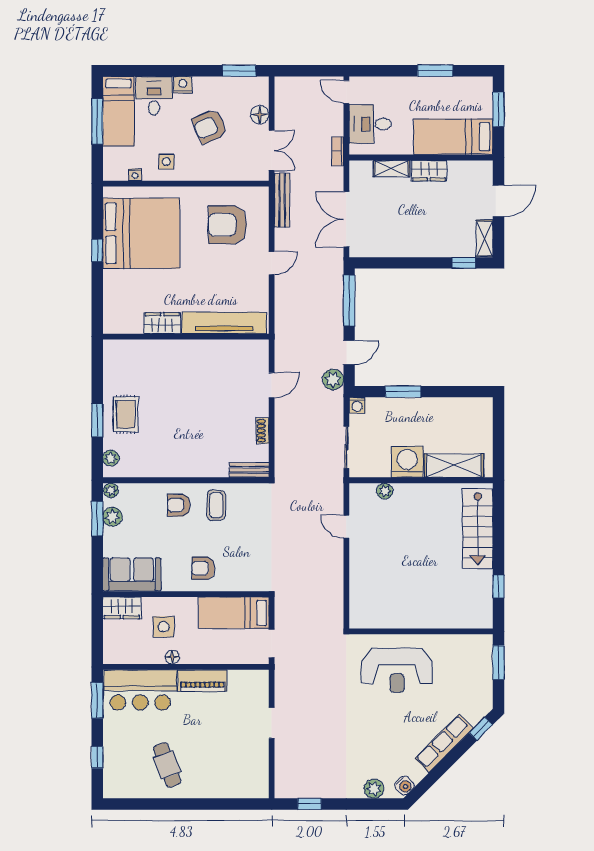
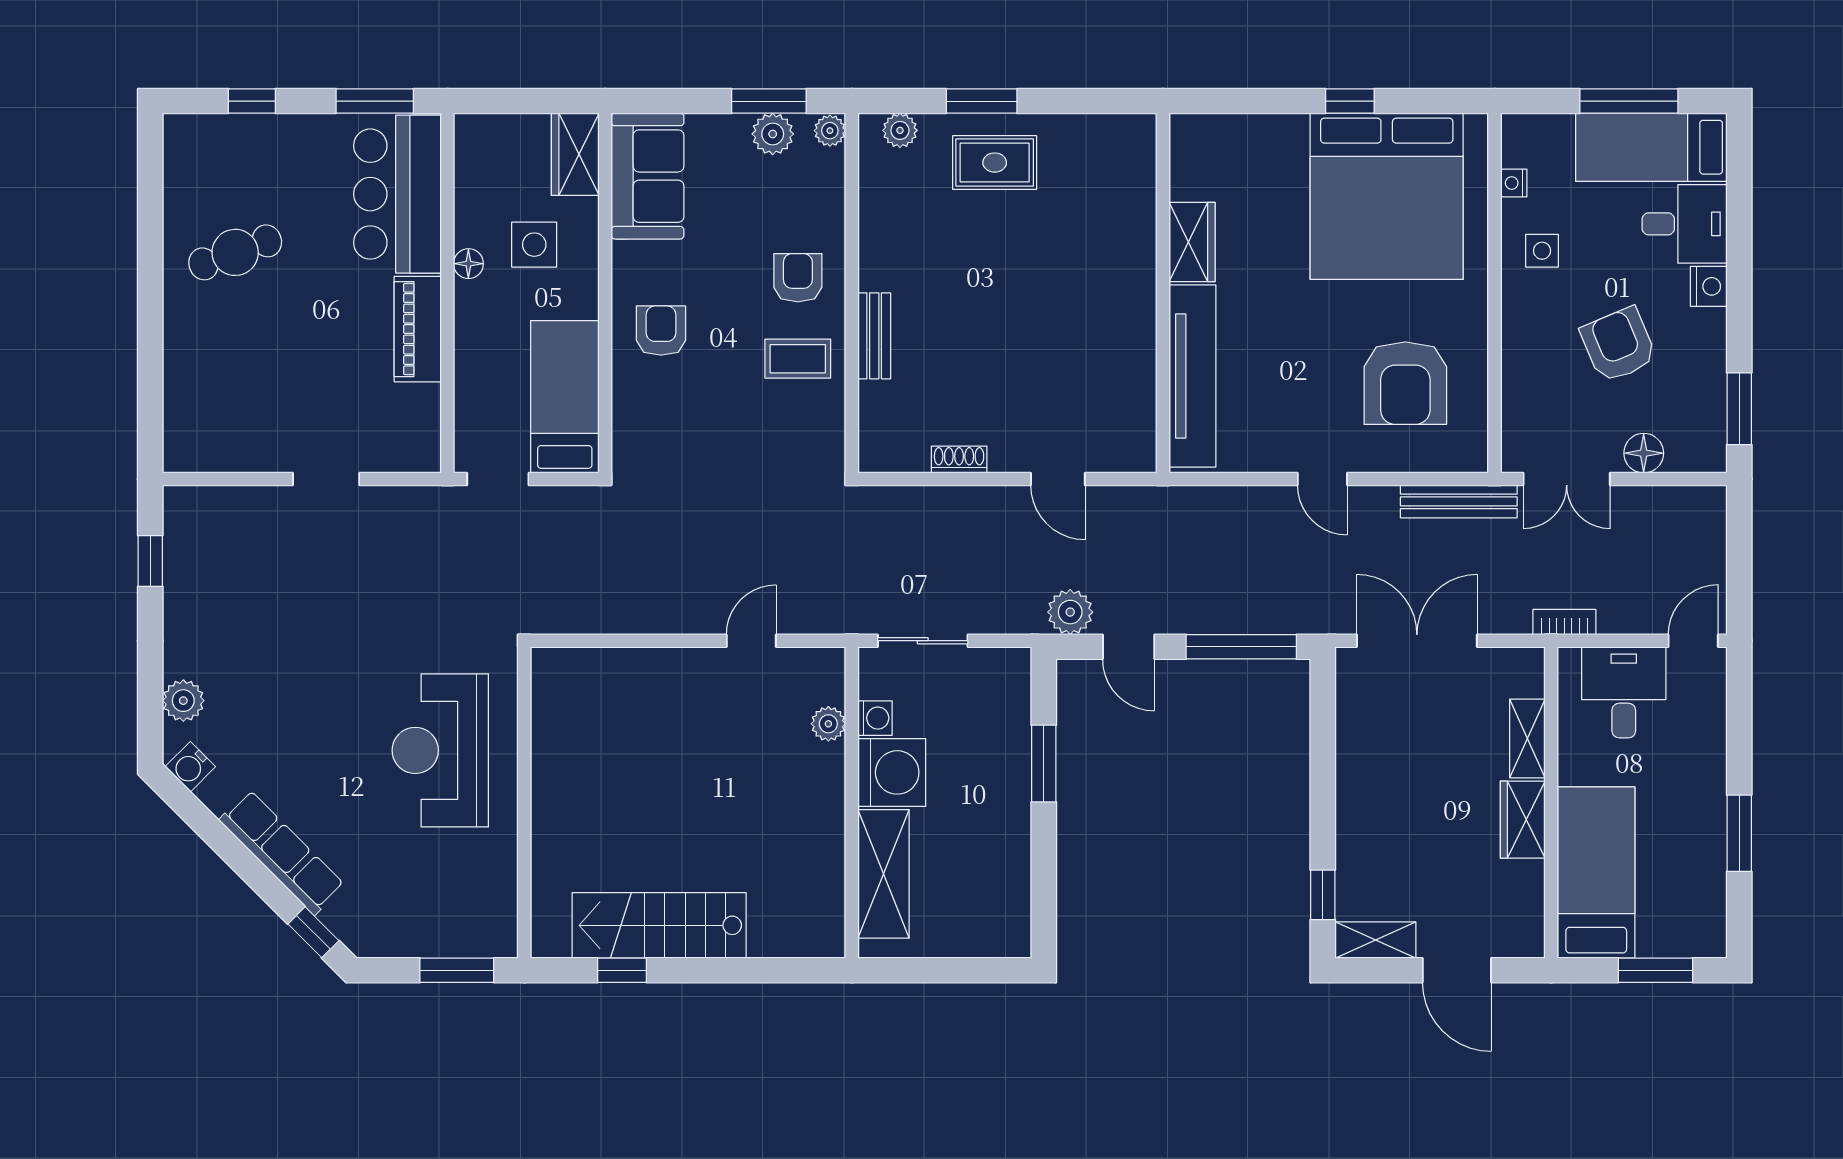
armchair: (227, 225) -> (1405, 383), turned 180
washing machine: (357, 405) -> (875, 718), moved, turned 180
bench: (249, 470) -> (874, 336), moved
stairs: (478, 528) -> (659, 925), moved

